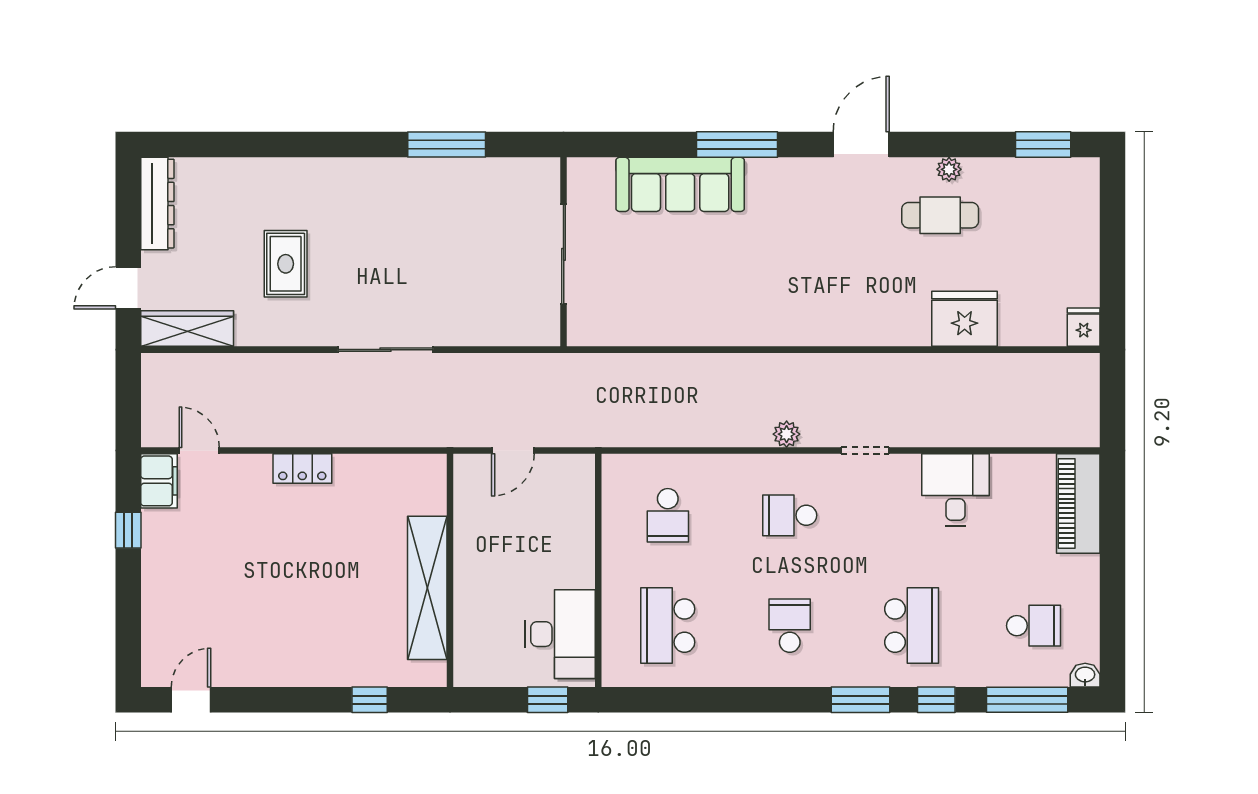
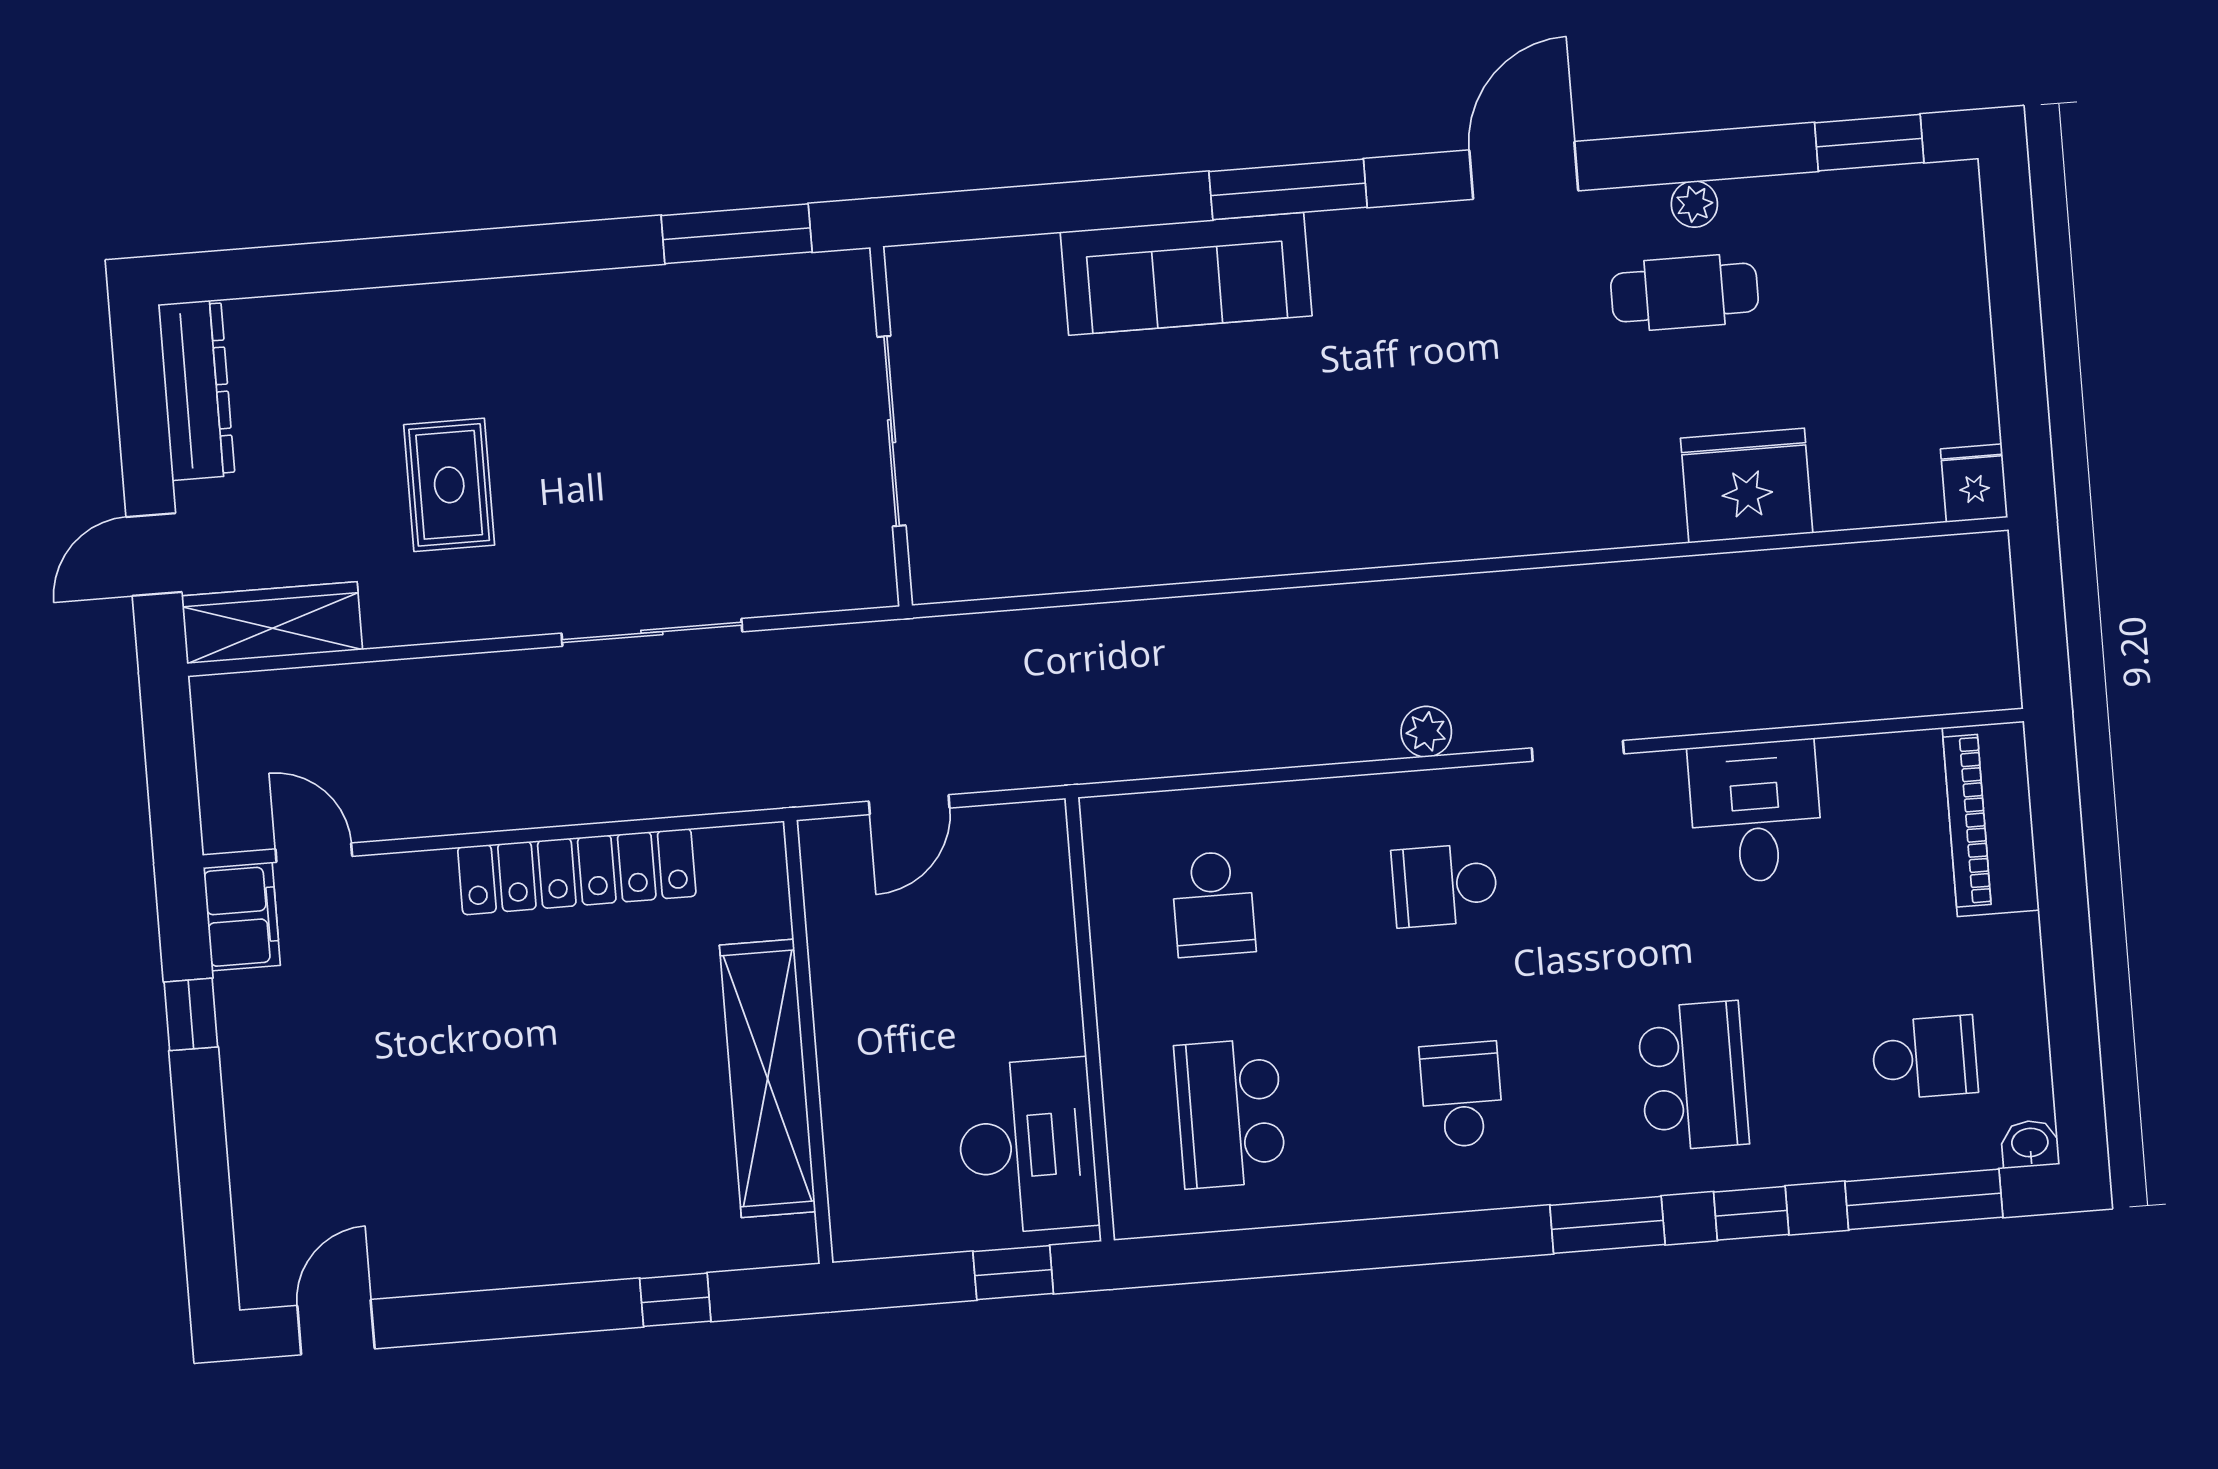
wall: (564, 252) -> (891, 426), moved
sliding door: (564, 254) -> (892, 431), moved
locker: (302, 469) -> (577, 872), width x2.16, depth x1.21

